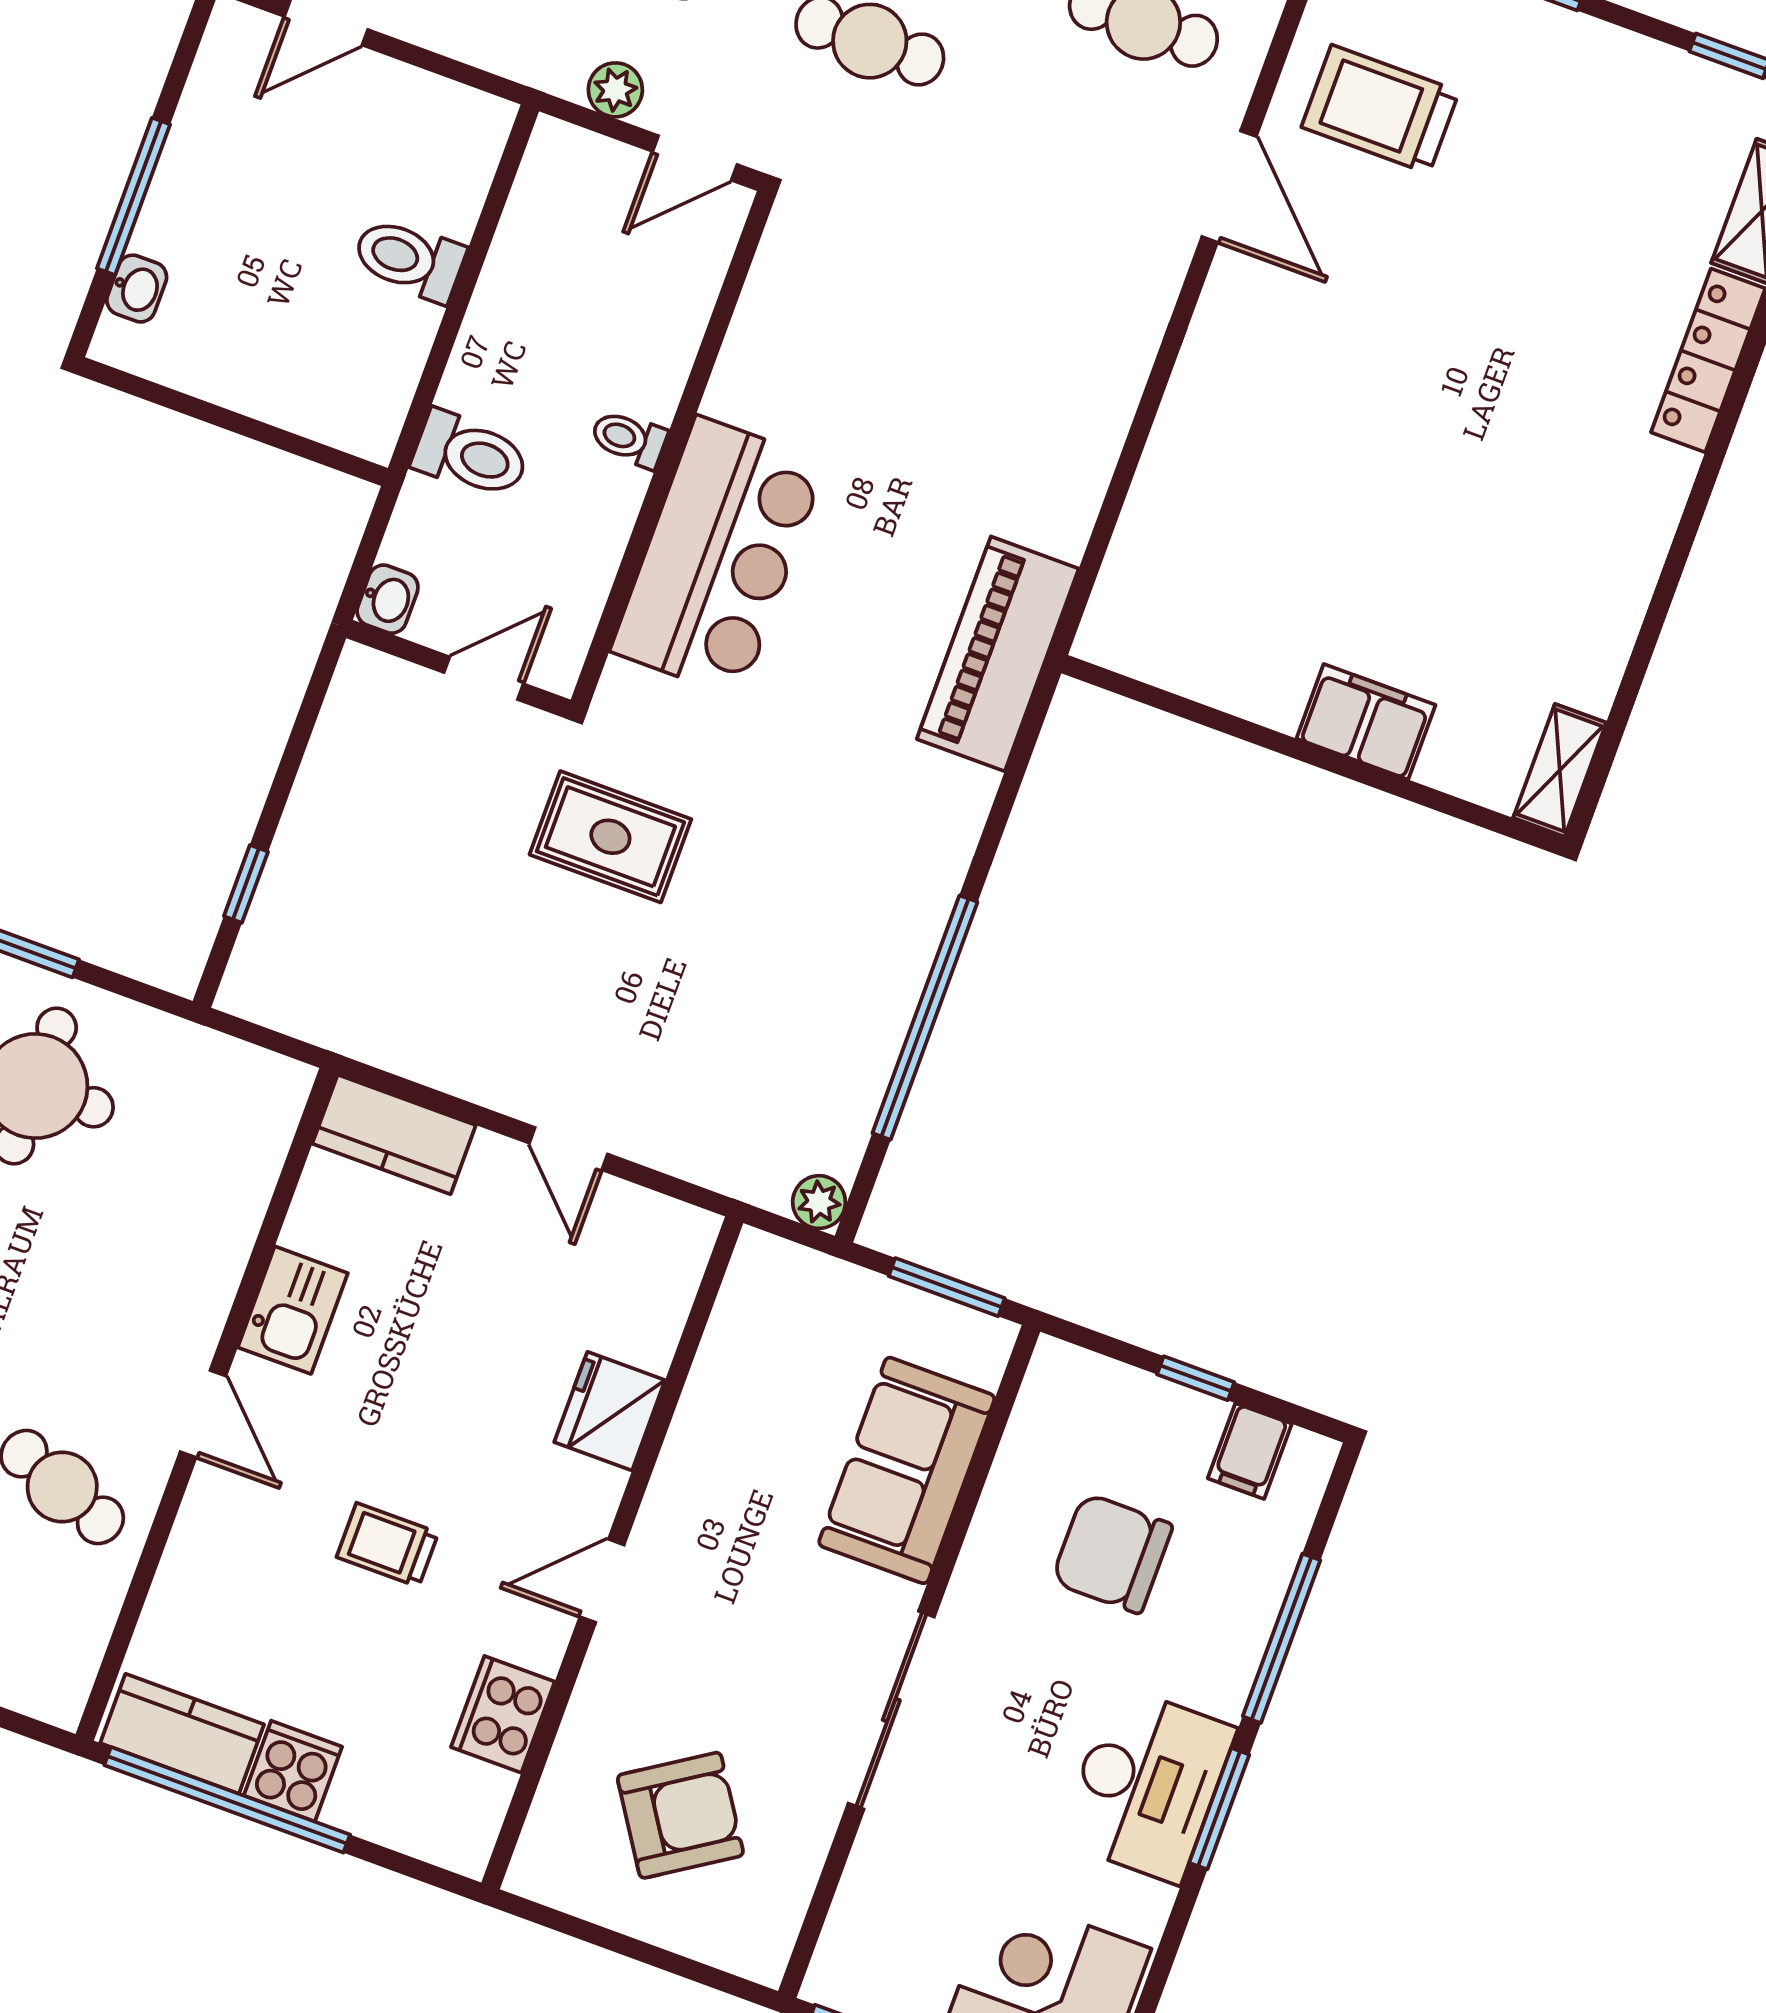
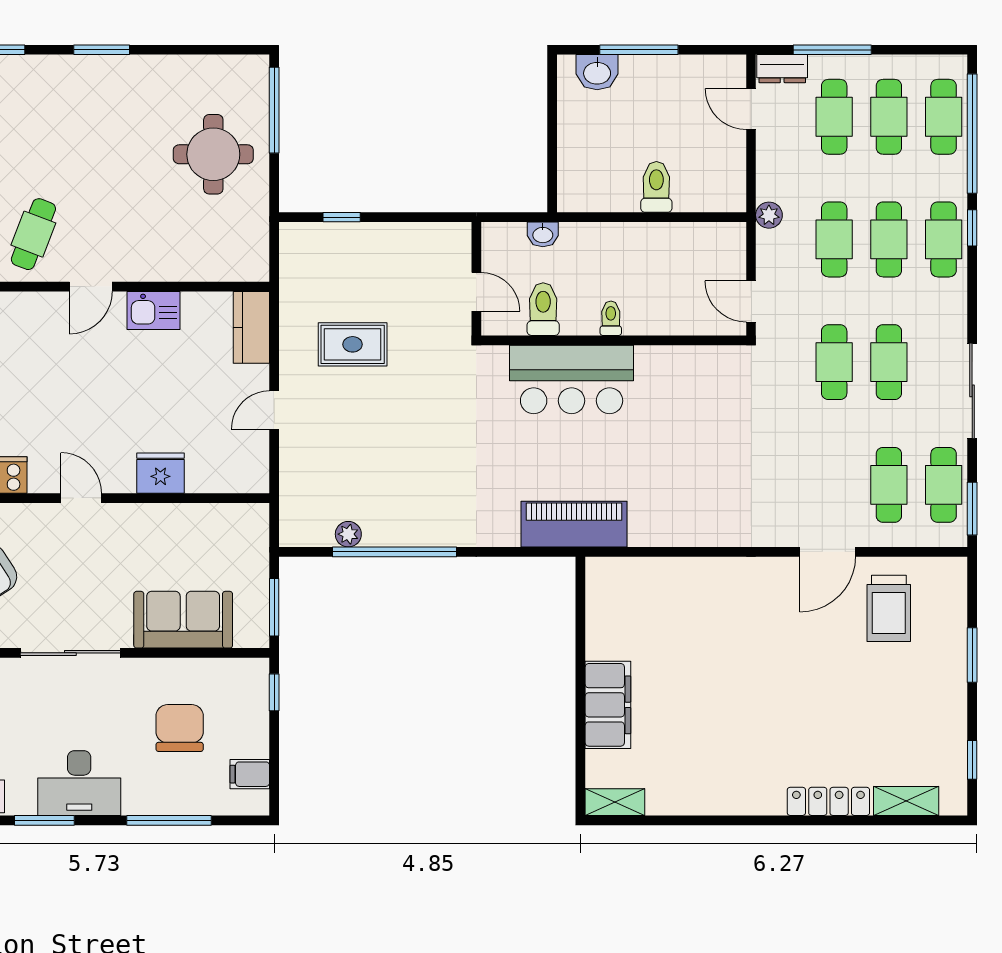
plant: (615, 90) -> (769, 215), moved
trolley: (1380, 109) -> (889, 608), turned 180
washbasin: (137, 289) -> (597, 72), width x1.38, depth x1.45
toilet: (471, 455) -> (543, 309), moved, turned 180
washbasin: (388, 599) -> (543, 234), moved
filing cabinet: (1366, 722) -> (608, 705), width x1.50, depth x1.17
rug: (610, 837) -> (353, 344), moved, turned 90
plant: (819, 1202) -> (348, 534), moved
window: (1196, 1378) -> (274, 692), moved
trolley: (387, 1545) -> (62, 393), removed
window: (1219, 1809) -> (44, 820), moved

